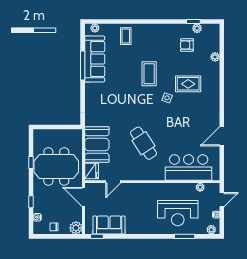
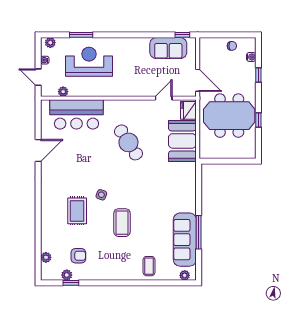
plant: (215, 57) -> (46, 257), moved
rug: (188, 84) -> (77, 211), turned 90
door: (222, 200) -> (38, 77), hinge flipped
plant: (76, 228) -> (207, 45), removed

